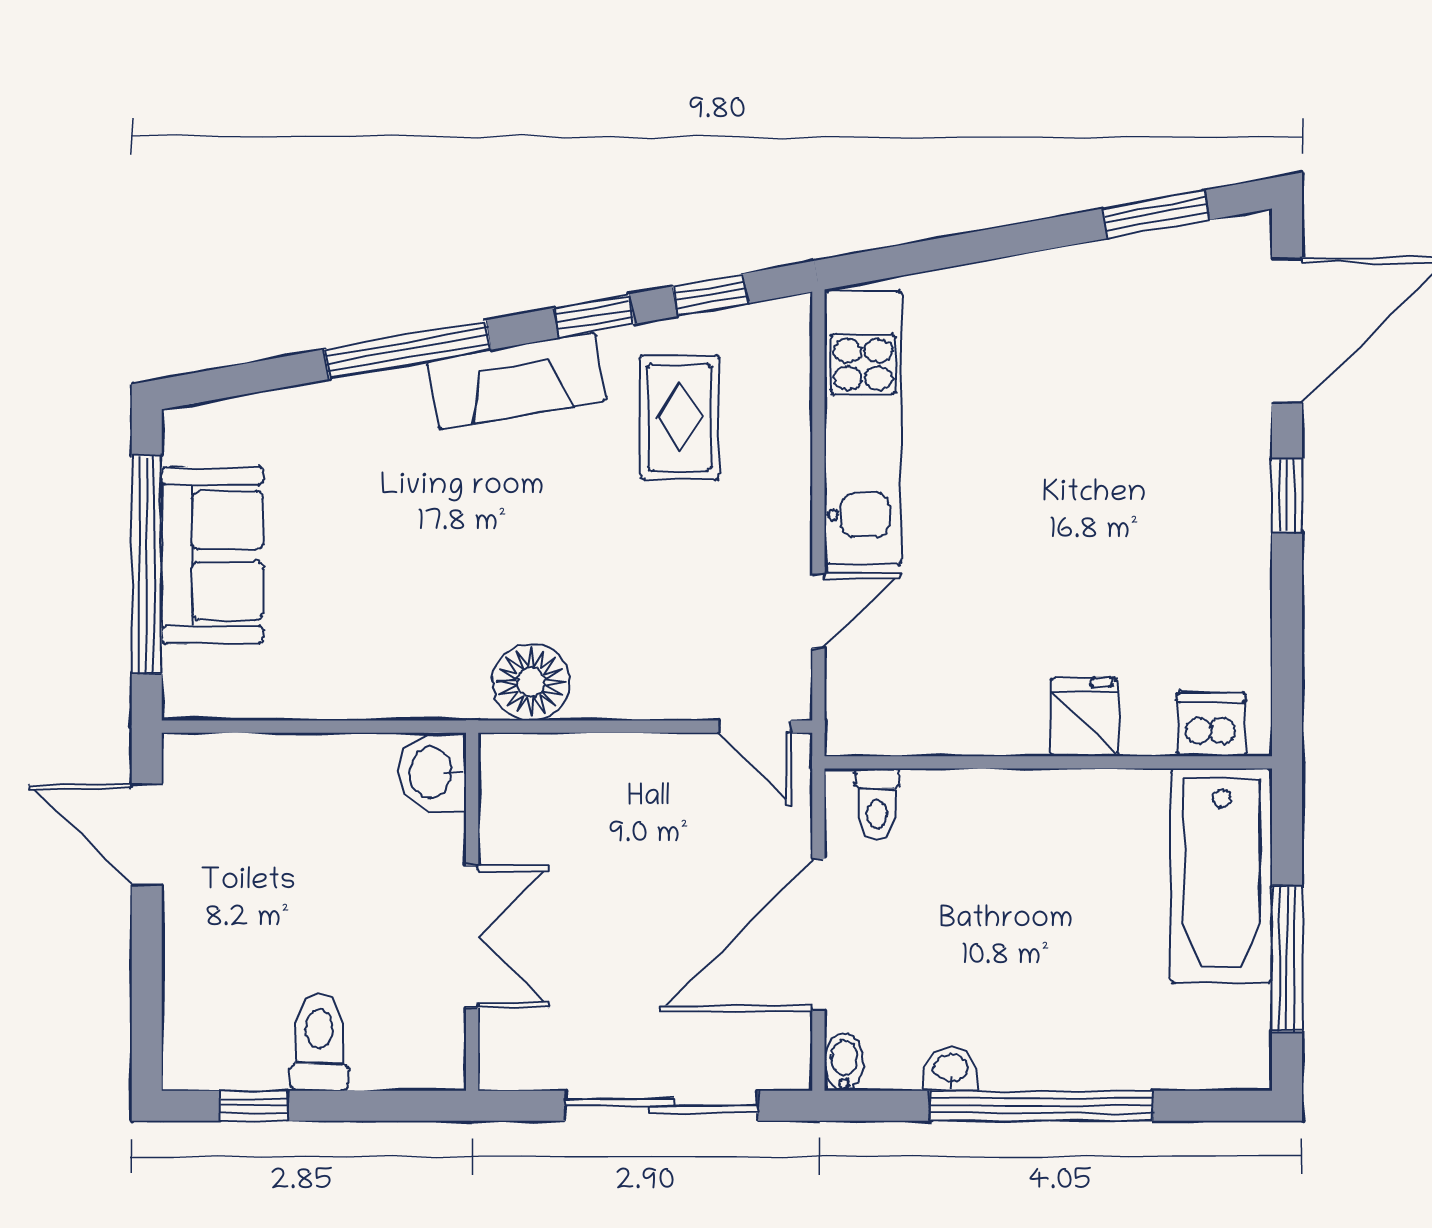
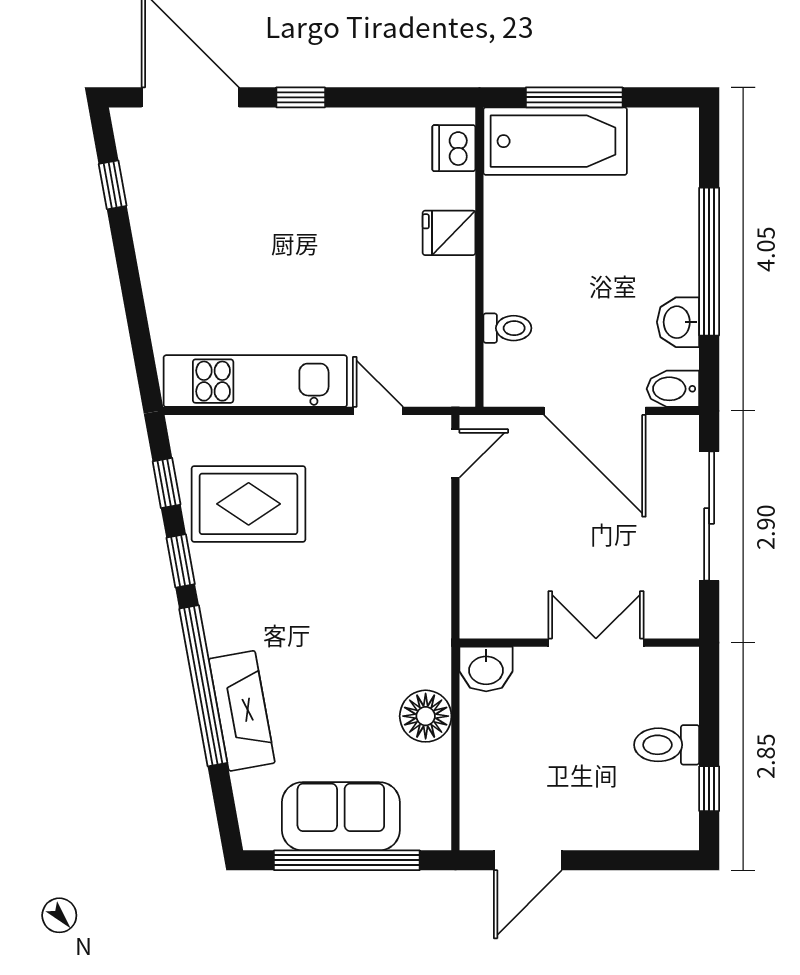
window: (1156, 214) -> (113, 185), width x0.67
window: (408, 350) -> (203, 686), width x1.46
fireplace: (517, 381) -> (242, 711), moved
rug: (679, 417) -> (249, 504), width x1.36, depth x1.43
floor lamp: (531, 682) -> (426, 716), moved
toilet: (877, 804) -> (507, 328), moved
window: (1287, 958) -> (574, 97), moved
bidet: (844, 1062) -> (673, 389), width x1.38, depth x1.36
washbasin: (951, 1069) -> (678, 322), width x1.38, depth x1.45

